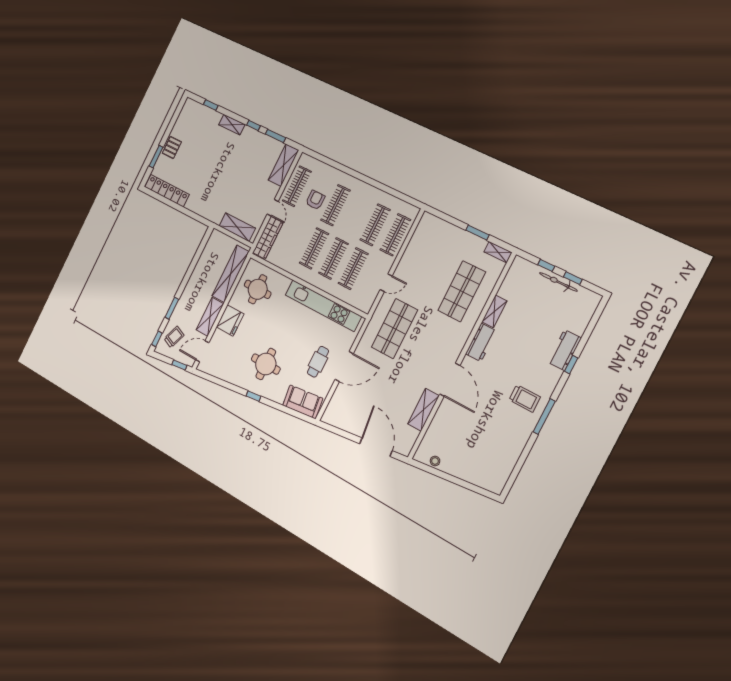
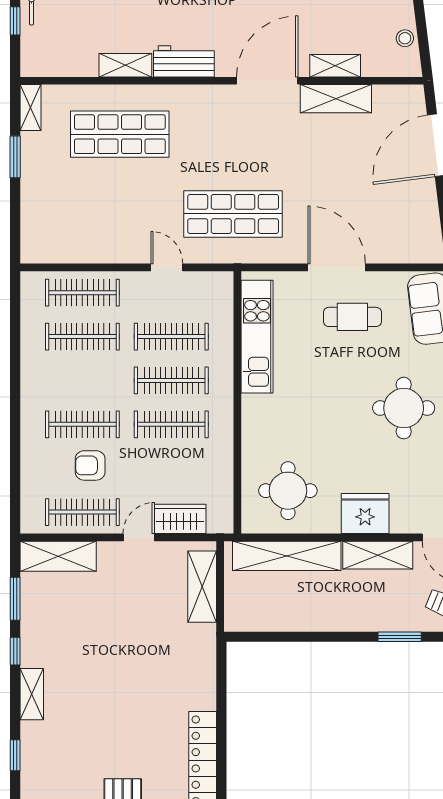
wardrobe: (268, 238) -> (180, 519), width x0.67
kitchen unit: (323, 306) -> (257, 337), width x0.73
shelving: (440, 418) -> (335, 66), added

